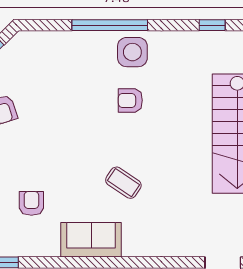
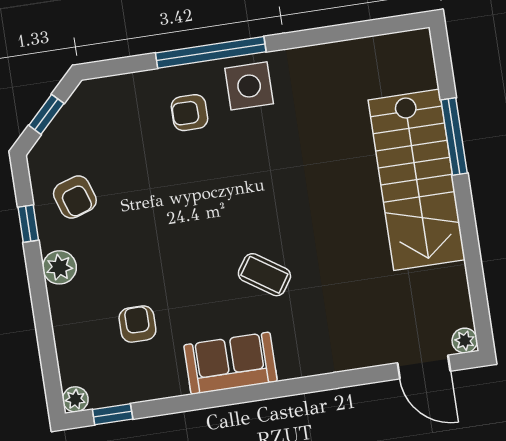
window: (212, 25) -> (357, 30), removed
armchair: (130, 100) -> (189, 113), moved

